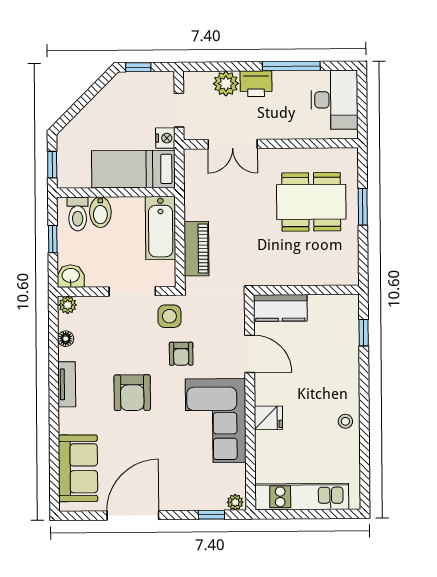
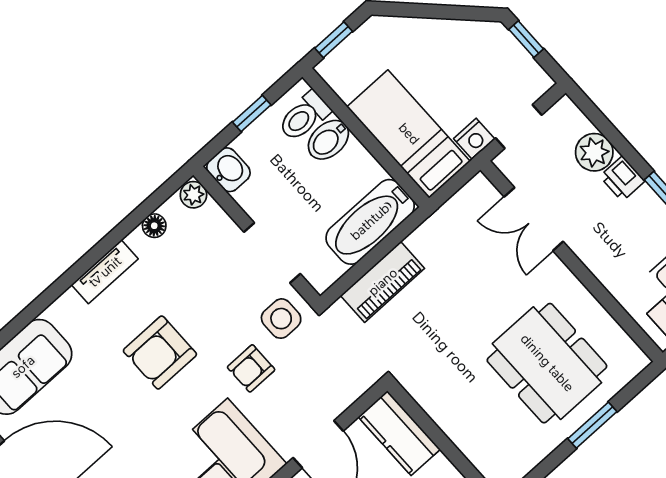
printer: (256, 84) -> (622, 179), width x0.73, depth x0.81

